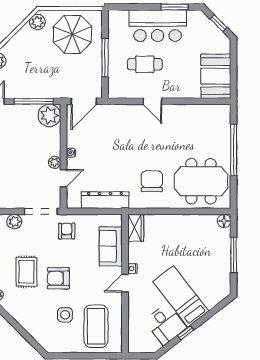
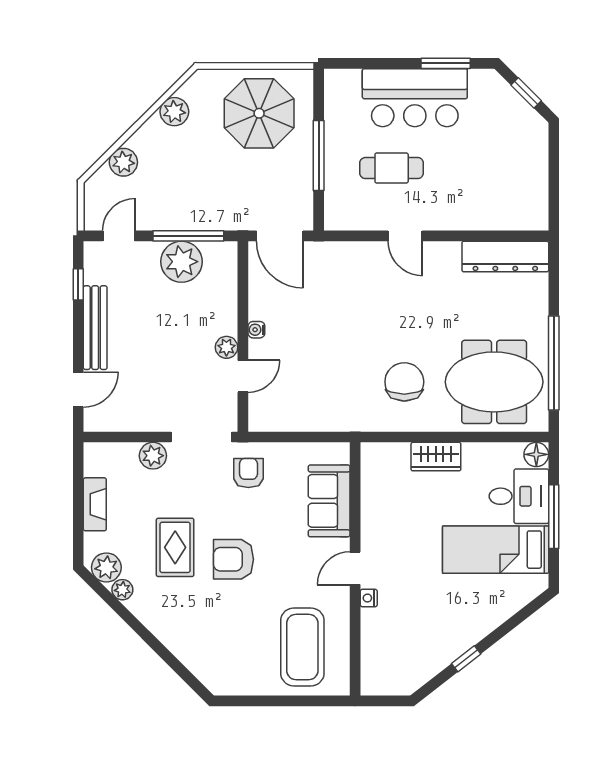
plant: (37, 22) -> (174, 112), moved
booth: (216, 76) -> (521, 190), removed
door: (84, 101) -> (280, 236), hinge flipped
plant: (49, 115) -> (181, 262), moved
window: (234, 150) -> (554, 363), moved
dresser: (105, 200) -> (505, 256), moved, turned 180
wardrobe: (136, 228) -> (436, 457), moved, turned 90
nightstand: (132, 269) -> (369, 598), moved
bed: (181, 296) -> (496, 550), moved, turned -52
side table: (65, 315) -> (246, 626), removed
desk: (165, 324) -> (519, 496), moved, turned -52

